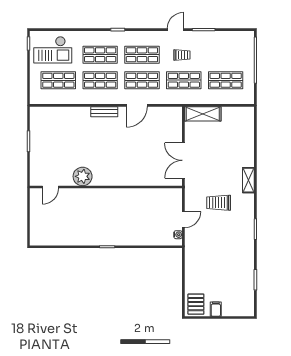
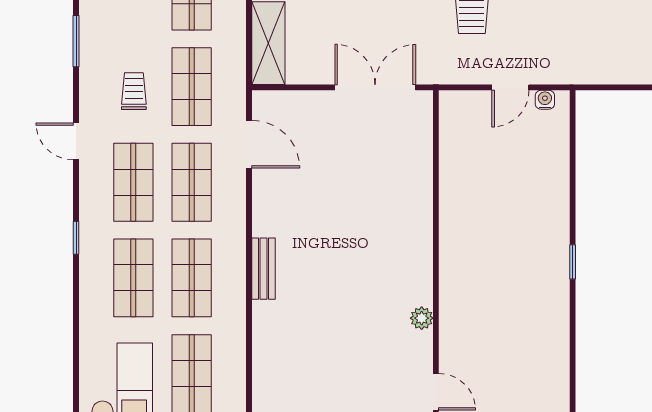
door: (176, 30) -> (76, 141), moved
door: (137, 105) -> (249, 144), moved
double door: (183, 160) -> (375, 87), swing flipped
plant: (83, 176) -> (422, 318), width x0.53, depth x0.53
door: (183, 220) -> (510, 87), swing flipped

